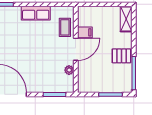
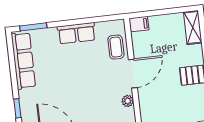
filing cabinet: (85, 32) -> (139, 24), moved

